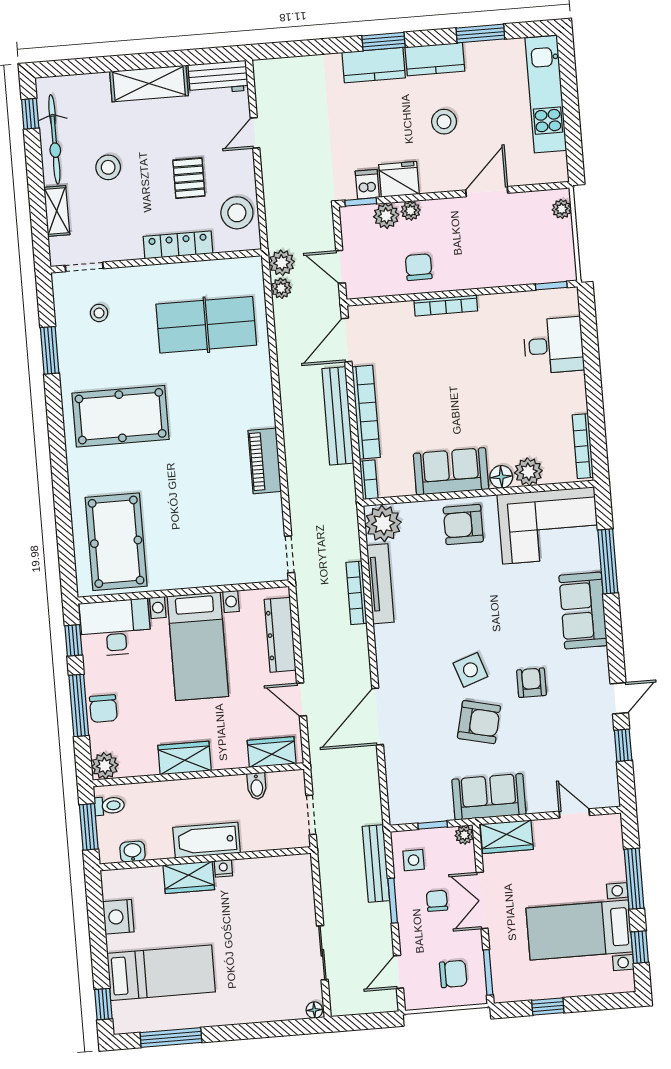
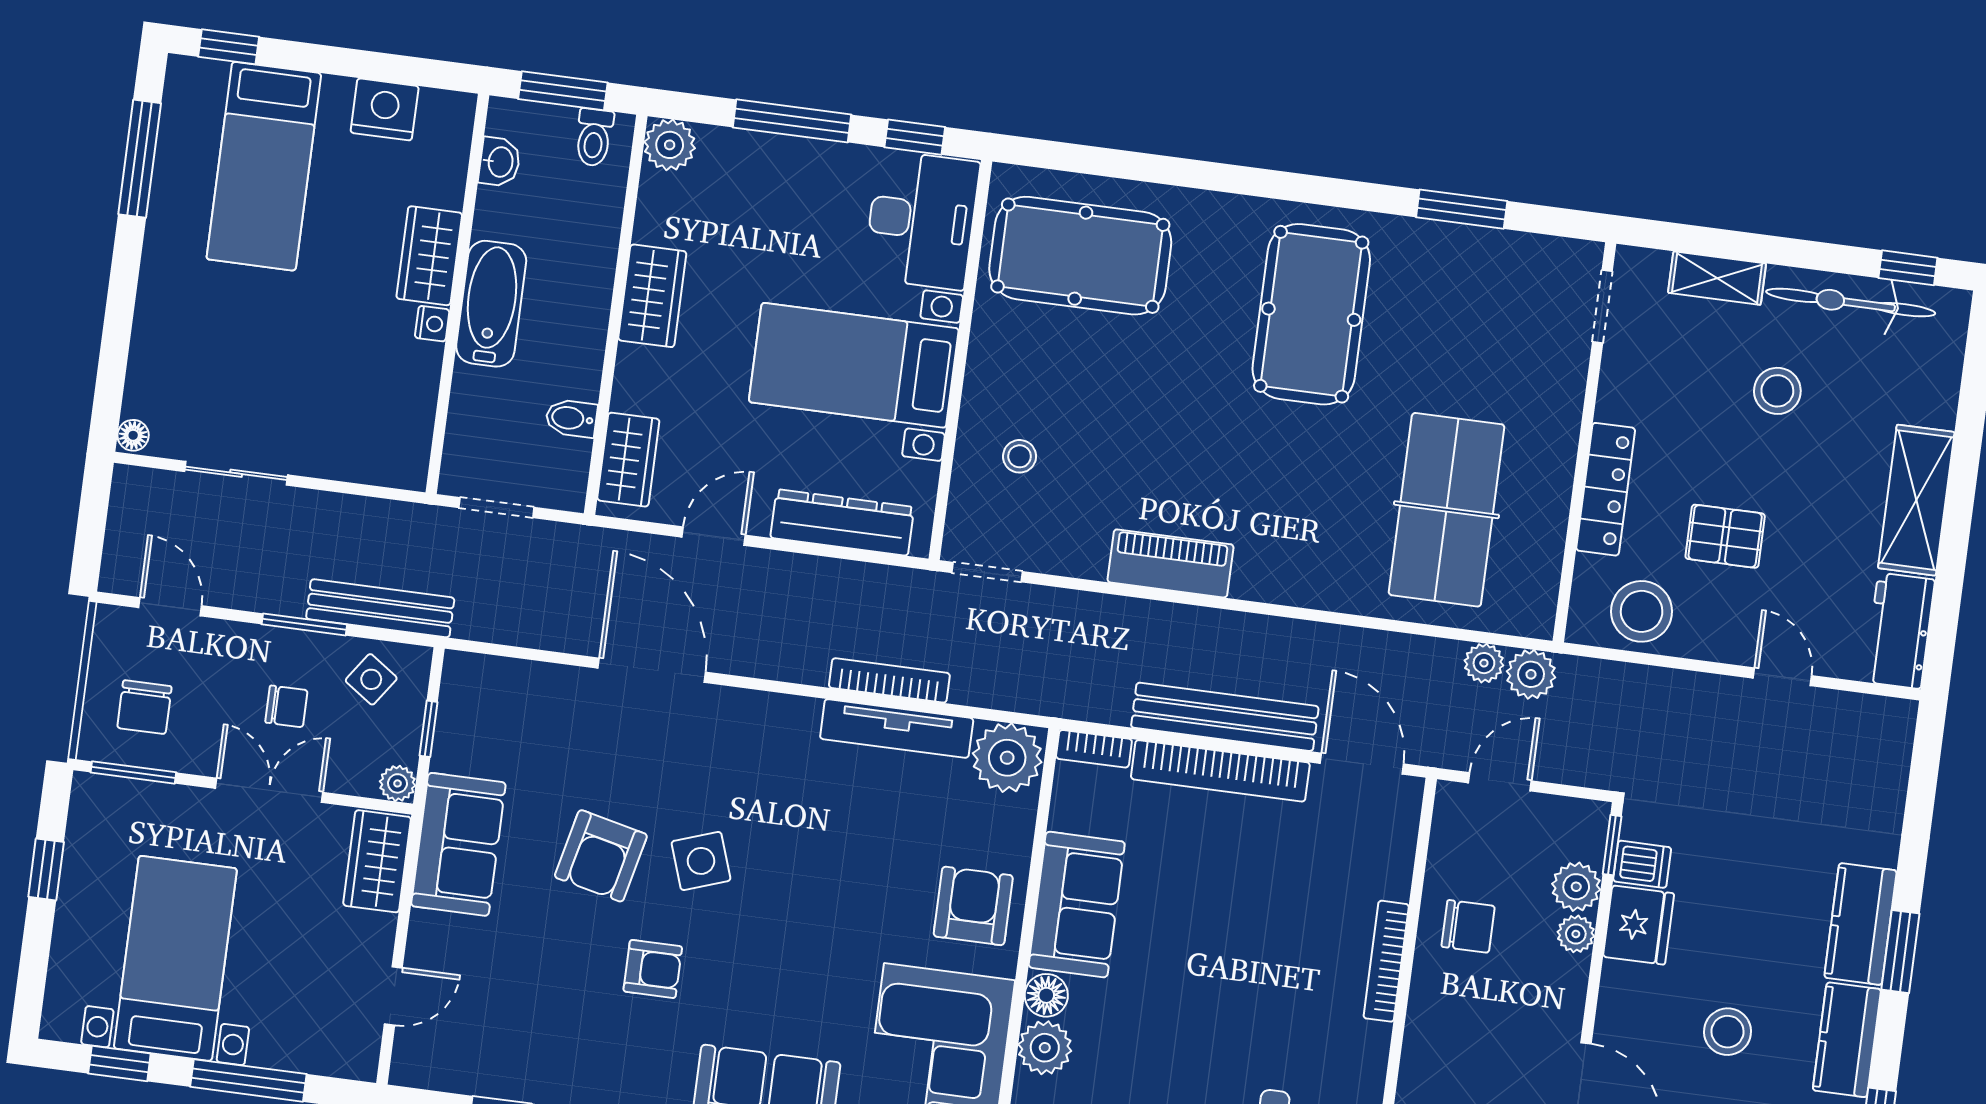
stool: (99, 313) -> (1020, 456), moved
chair: (103, 709) -> (776, 165), removed
side table: (414, 860) -> (371, 679), turned 35

